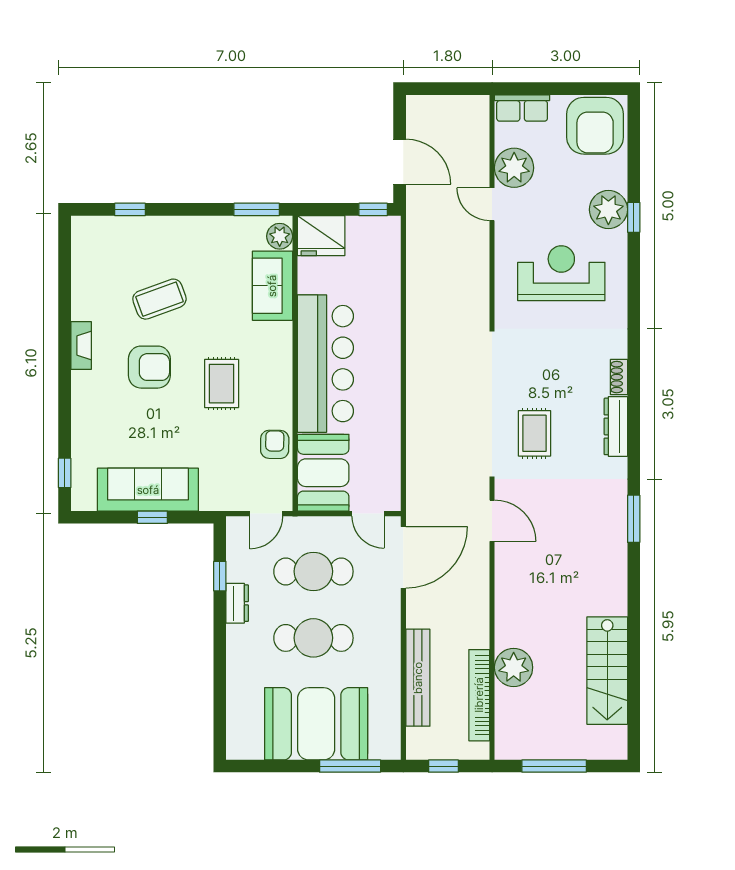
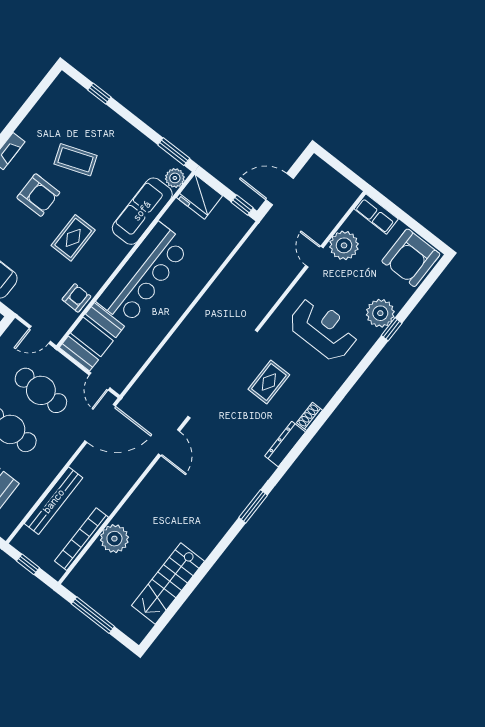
door: (400, 162) -> (280, 189), swing flipped
sofa: (272, 286) -> (142, 211), width x1.36
rug: (534, 433) -> (269, 382), moved

